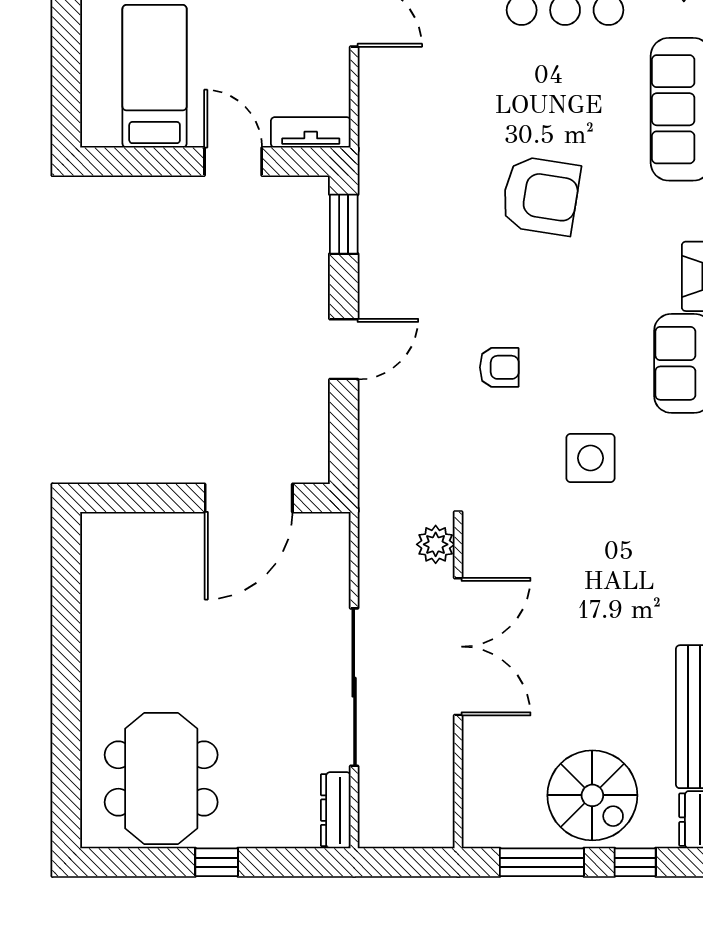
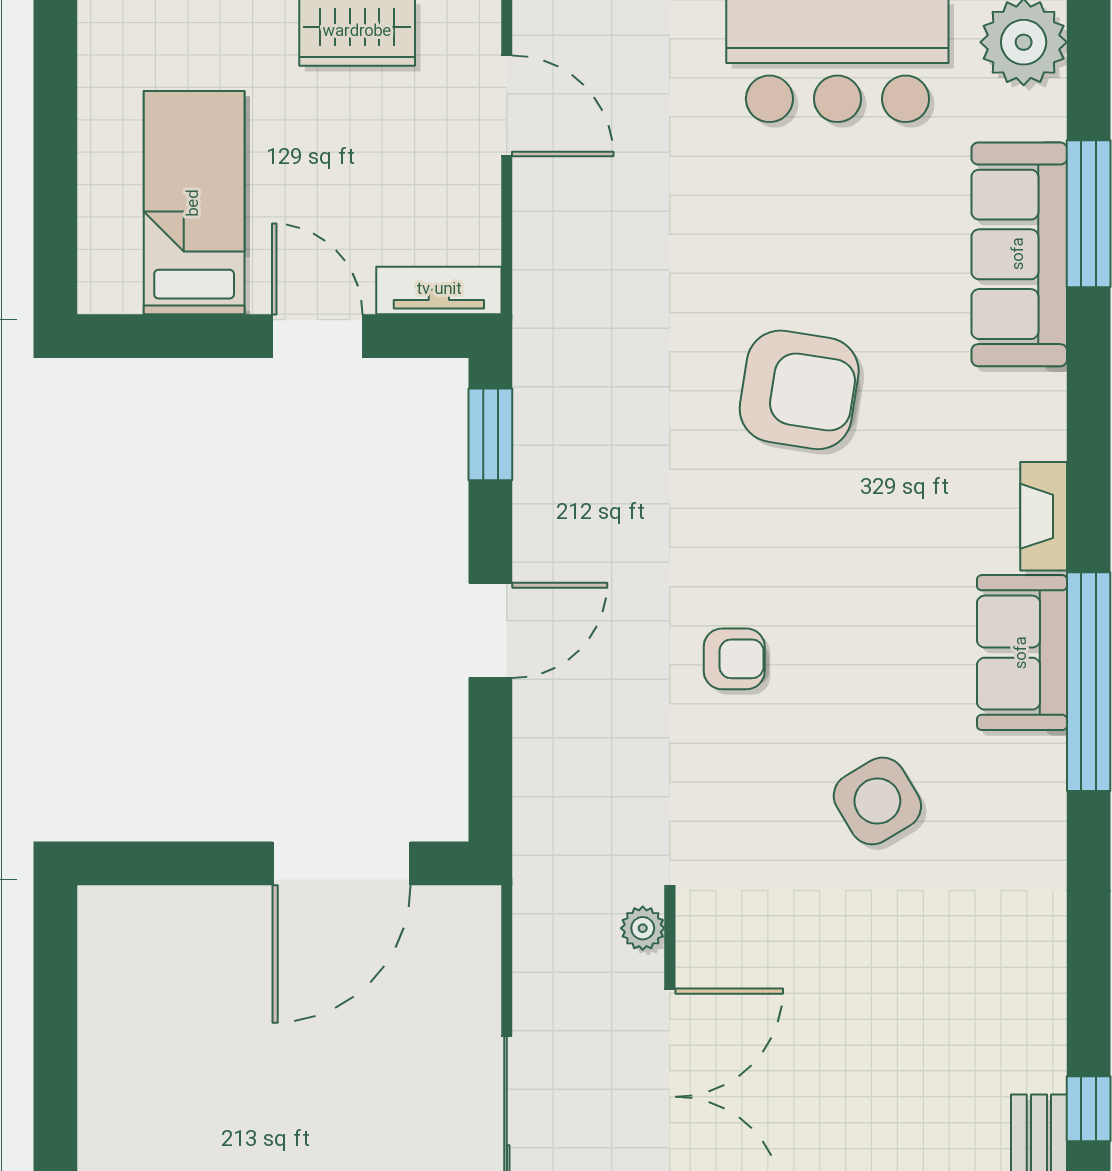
side table: (591, 458) -> (877, 801), turned -31
plant: (436, 544) -> (643, 928), width x0.73, depth x0.73

